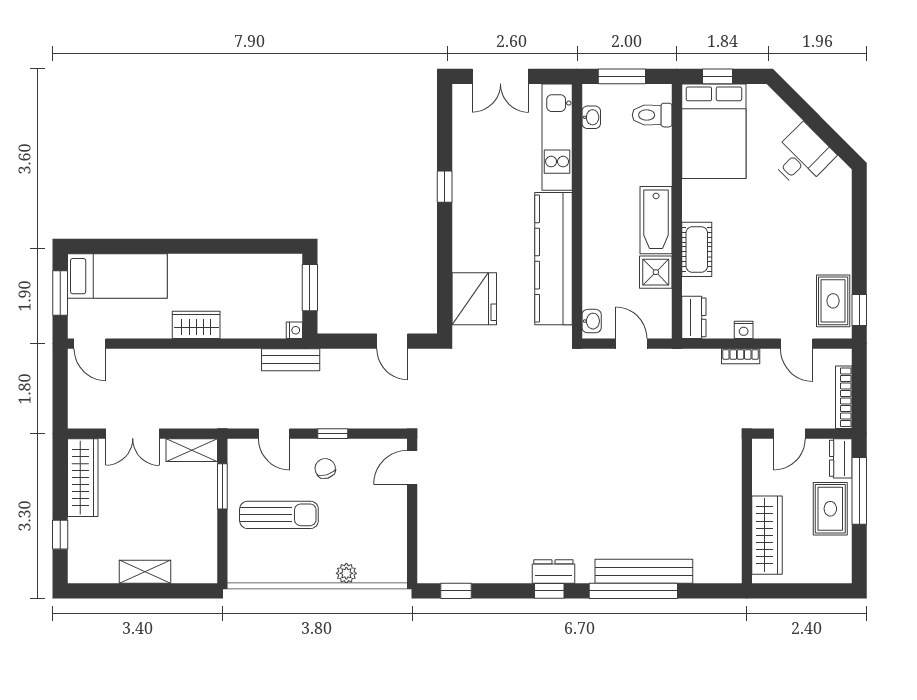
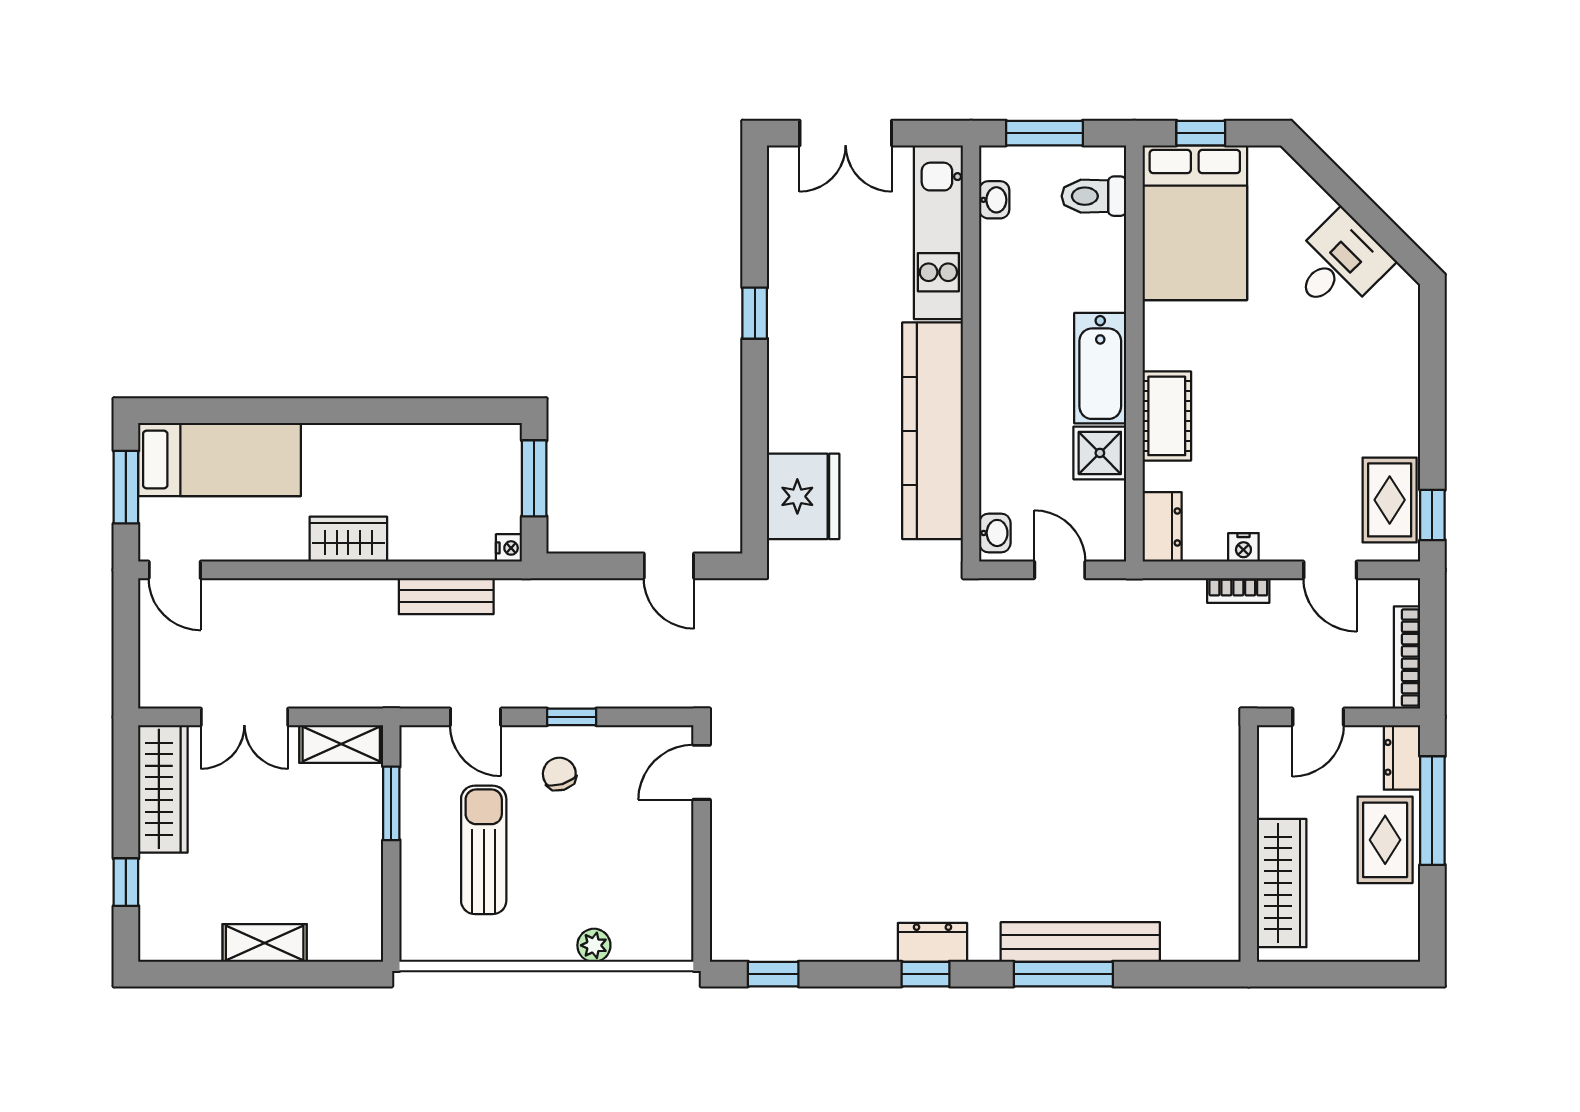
bench: (291, 360) -> (446, 596), moved
sun lounger: (279, 515) -> (484, 850), turned -90
window: (633, 591) -> (1063, 974), width x0.68

